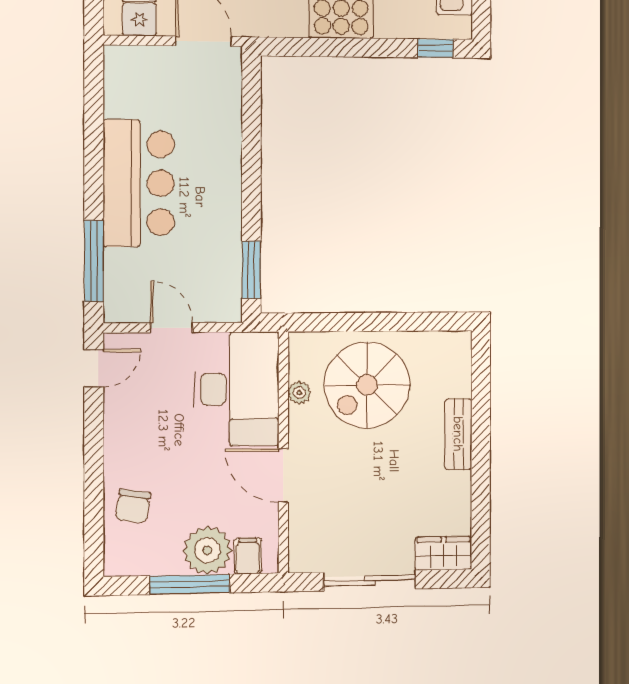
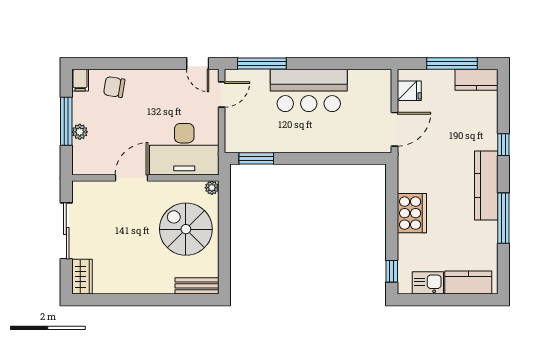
door: (171, 328) -> (222, 95), moved
plant: (299, 393) -> (212, 188), moved
bench: (458, 434) -> (197, 286), moved
plant: (207, 550) -> (80, 132), width x0.53, depth x0.53
filing cabinet: (248, 556) -> (80, 80), moved, turned 90

